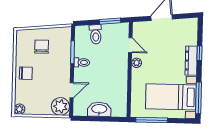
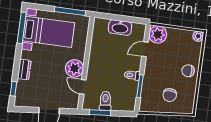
toilet: (96, 34) -> (105, 101), moved
window: (200, 53) -> (13, 89), moved
dresser: (191, 61) -> (24, 69), width x0.70
plant: (137, 63) -> (74, 68), width x1.88, depth x1.88

